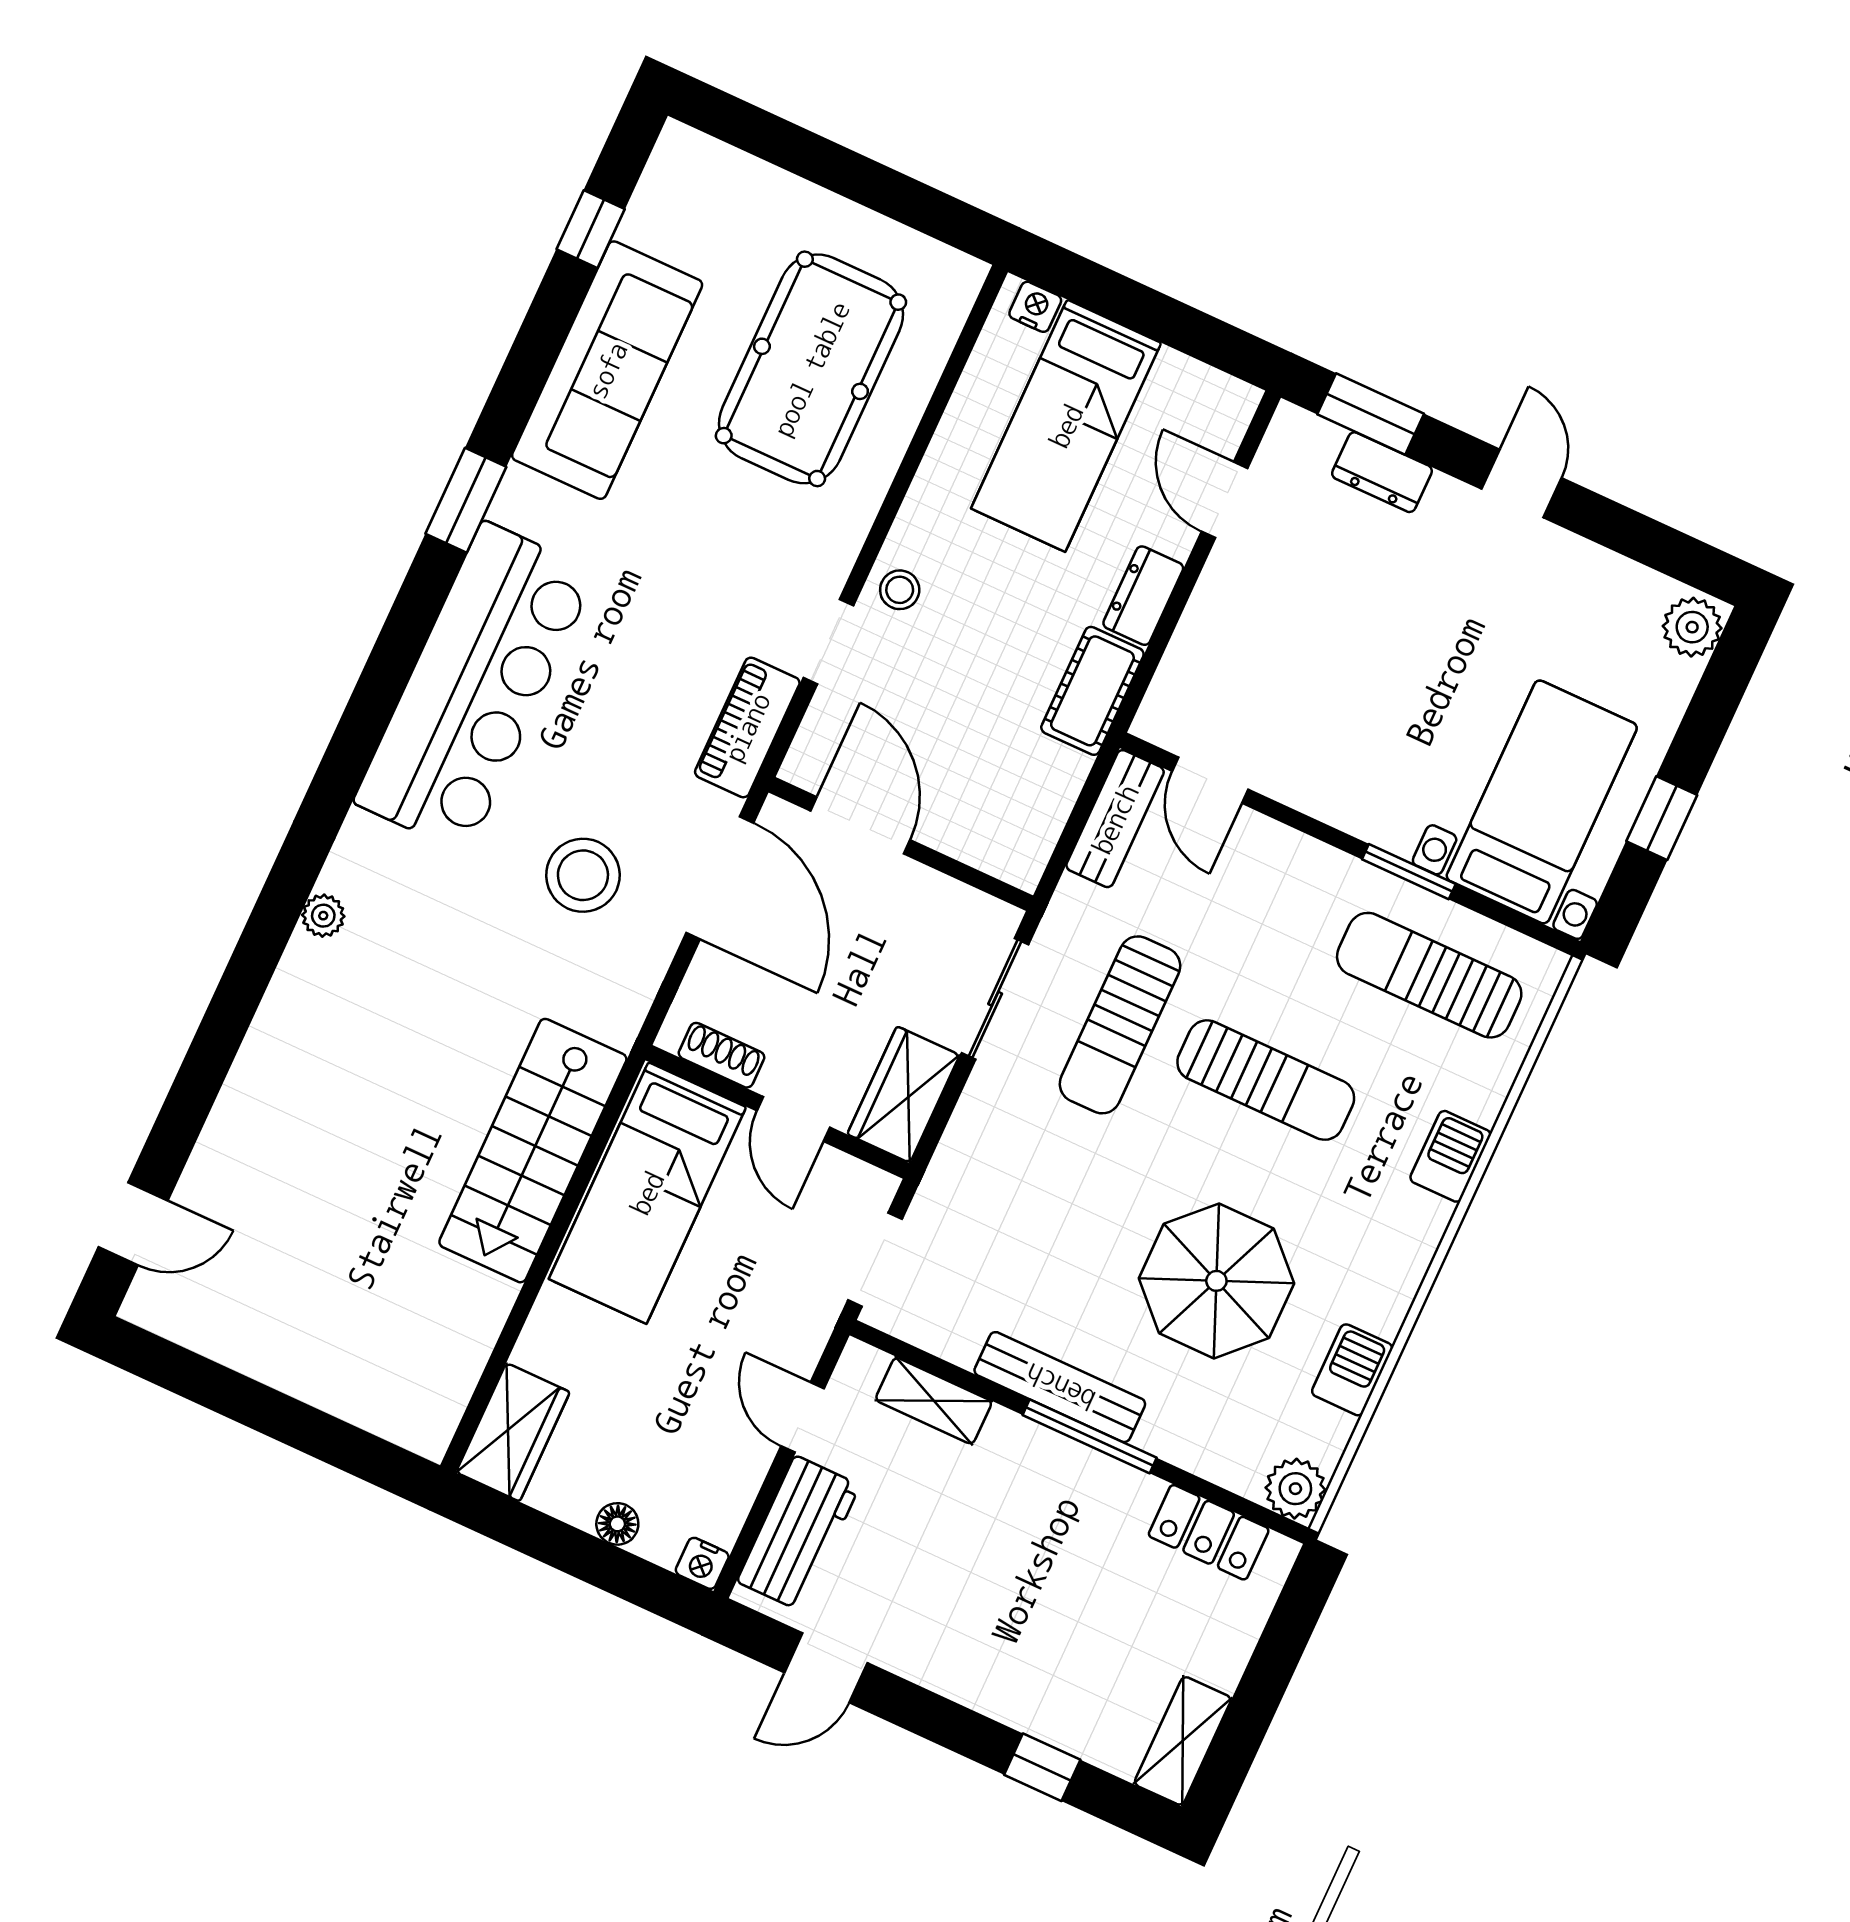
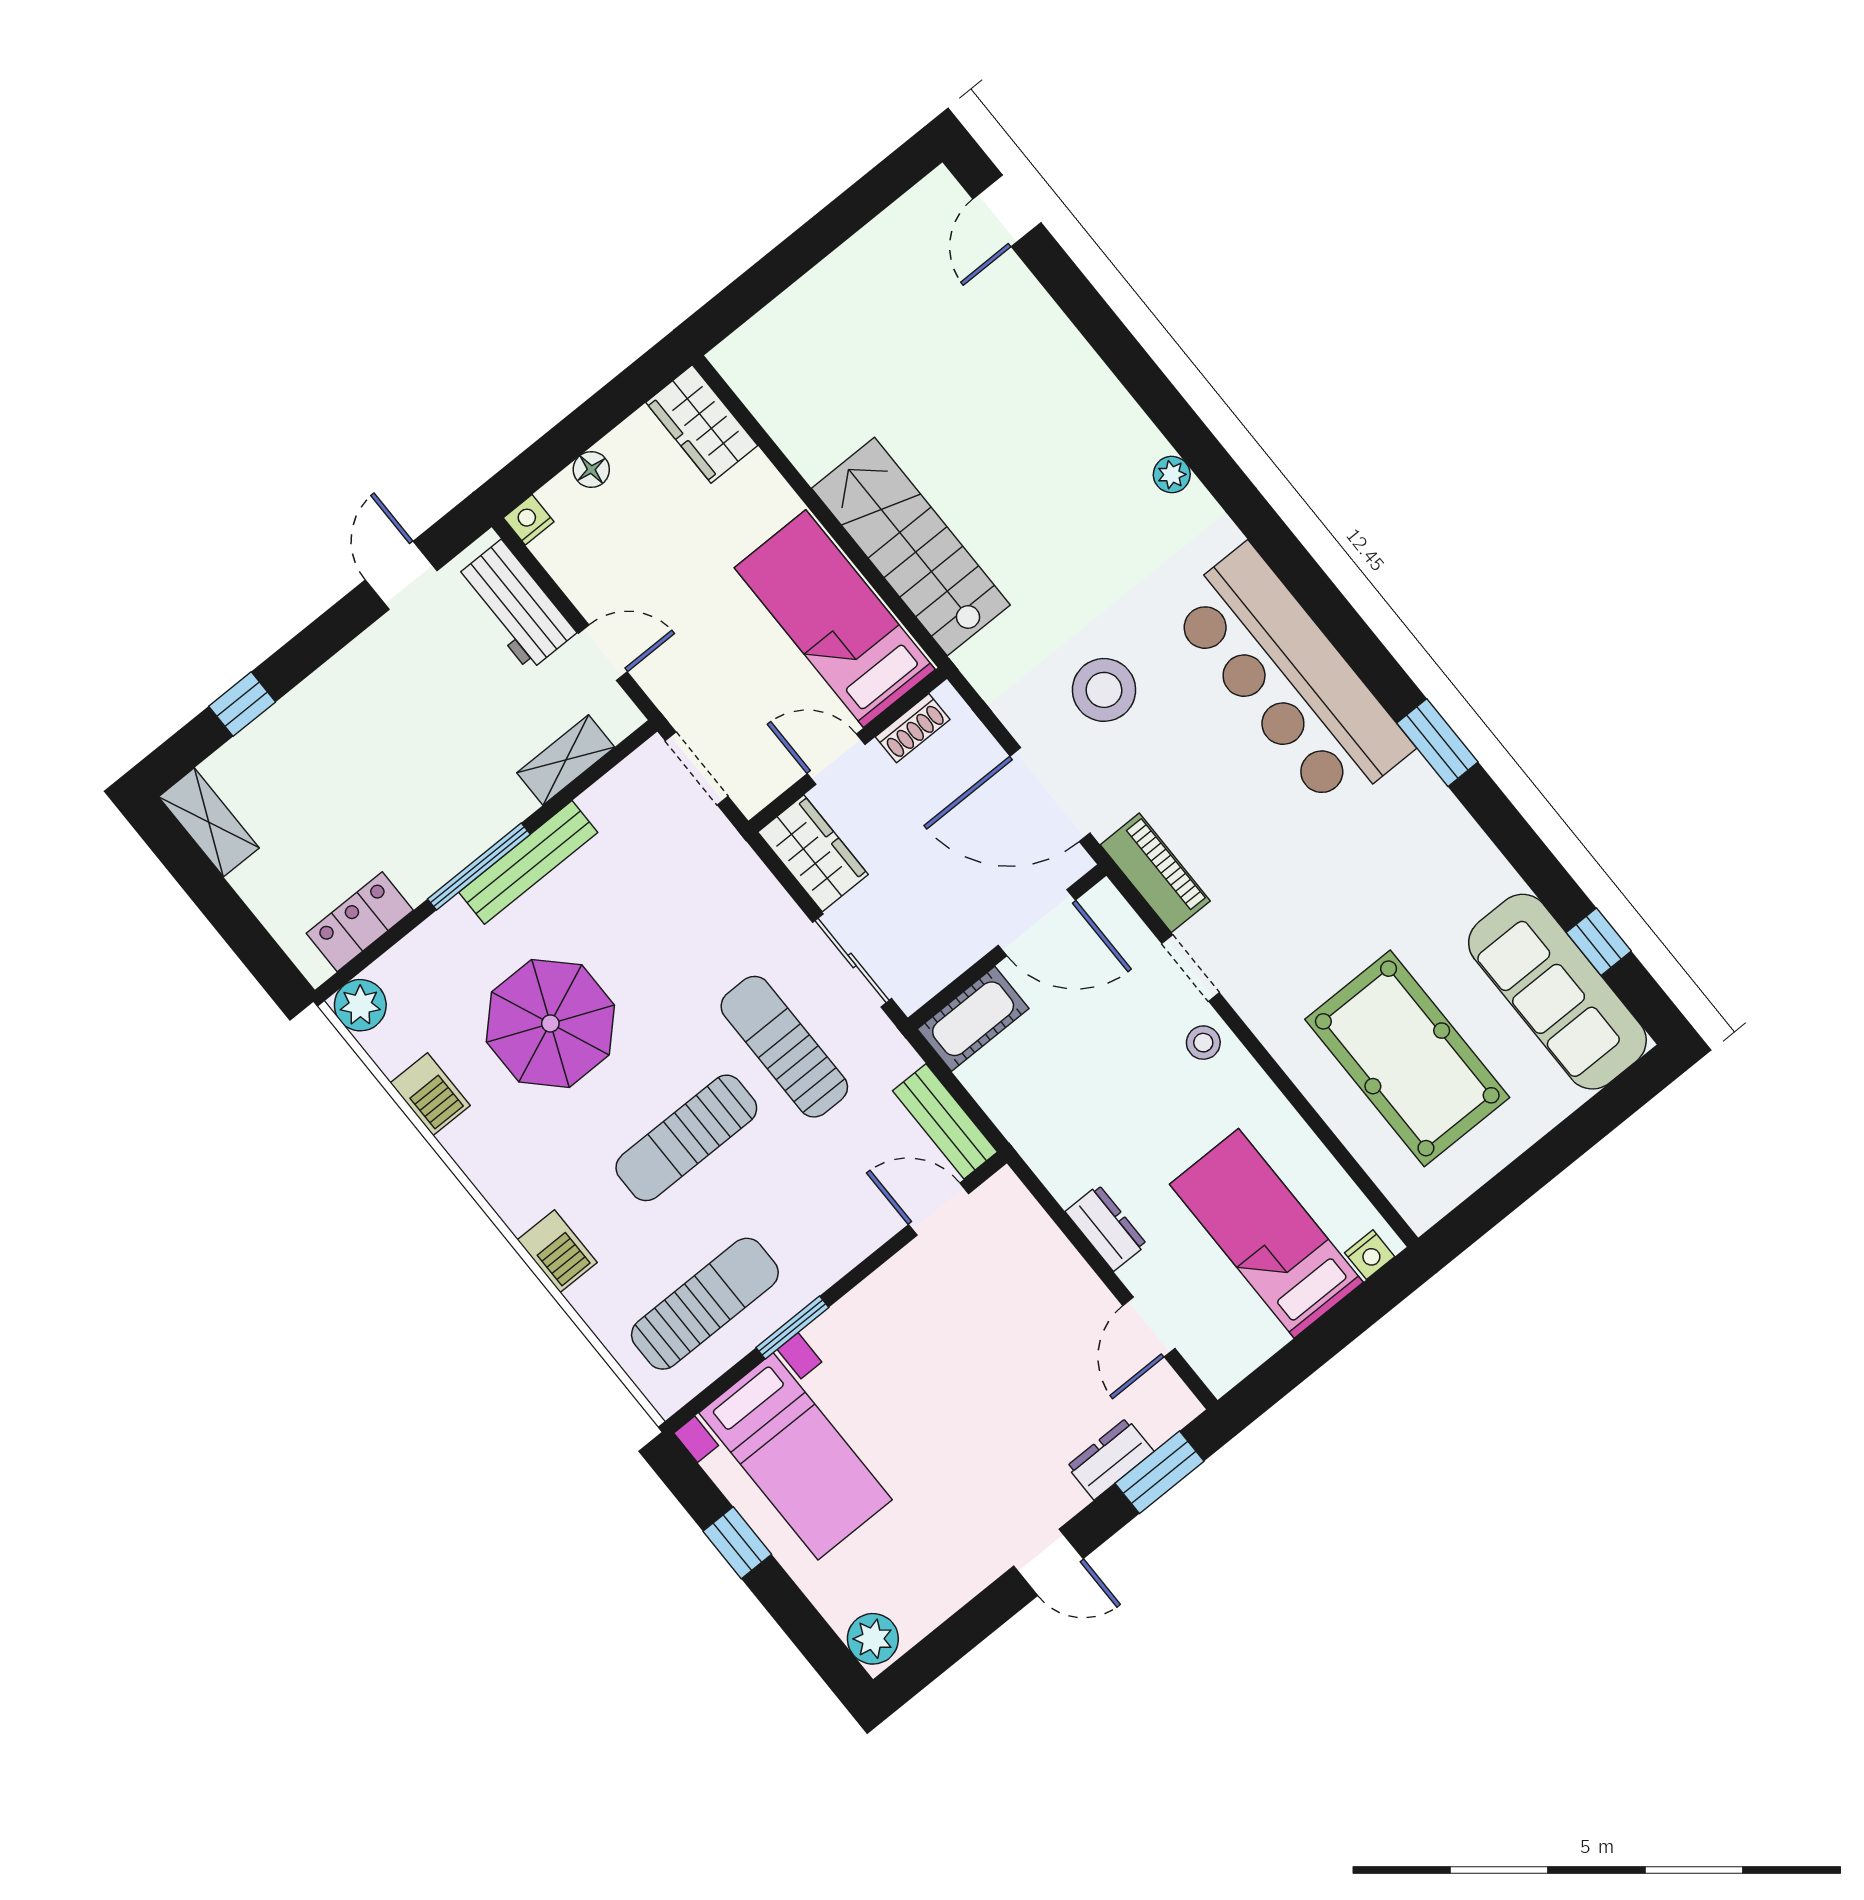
sofa: (607, 370) -> (1557, 992), moved
door: (1224, 500) -> (1149, 1327), swing flipped
cot: (1092, 691) -> (973, 1019), moved, turned 90

